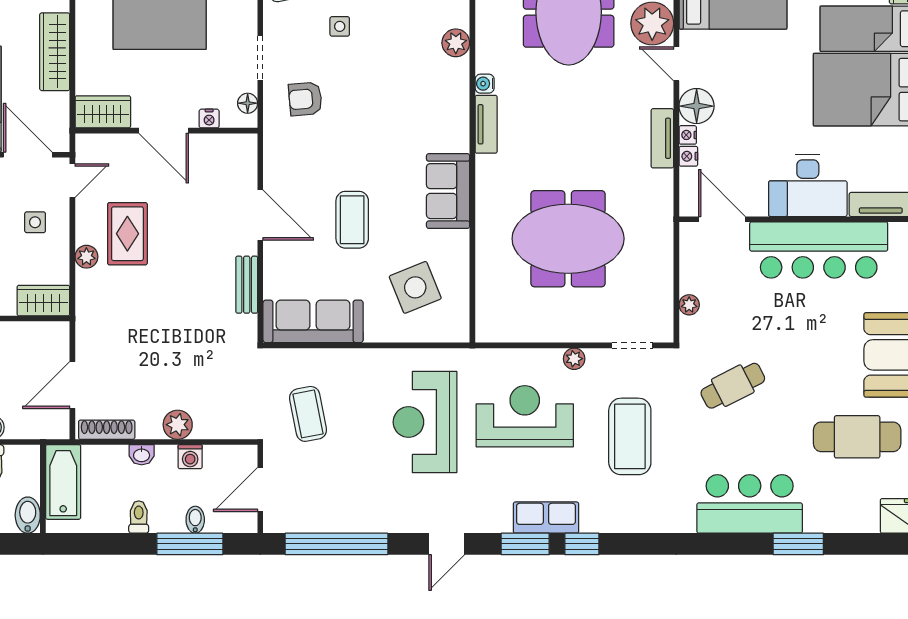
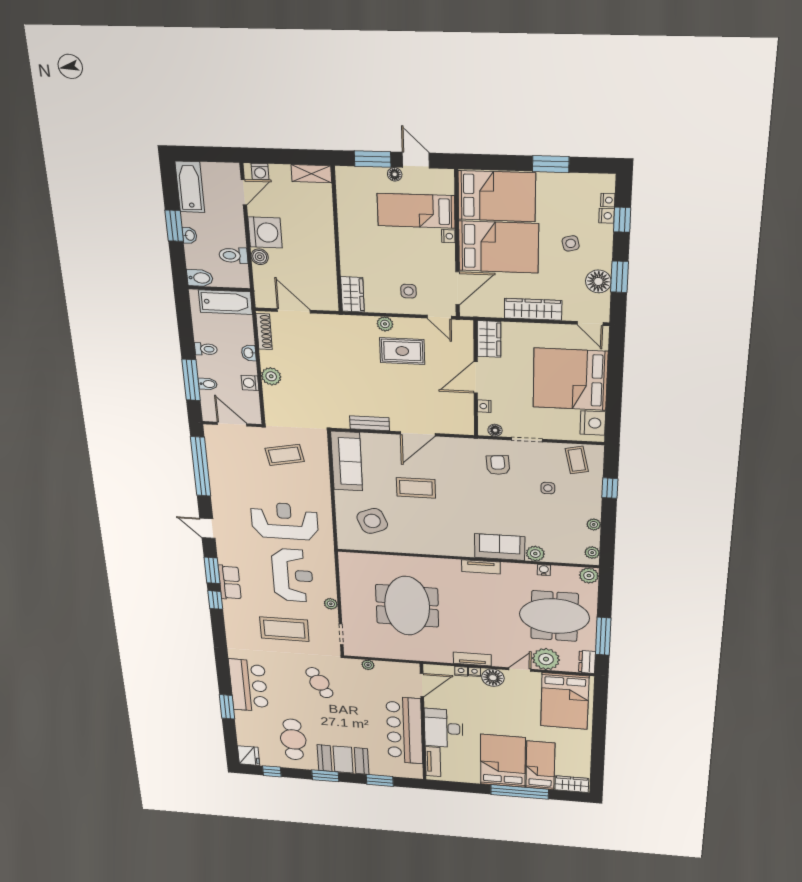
water cooler: (485, 84) -> (544, 570), moved
sofa: (448, 191) -> (500, 547), moved

